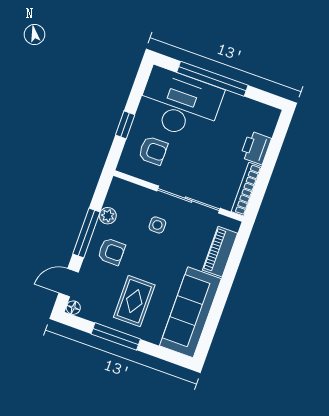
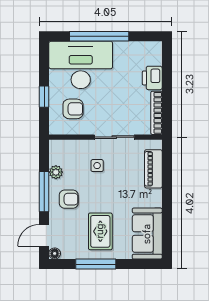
sliding door: (188, 200) -> (114, 137), width x0.73
sofa: (190, 312) -> (147, 234), width x0.73

